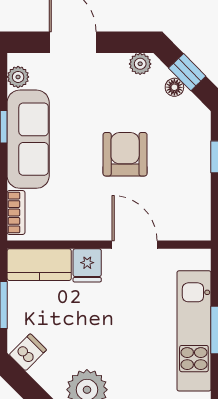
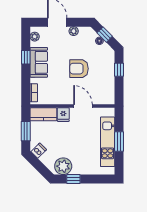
plant: (140, 64) -> (74, 31), moved
sofa: (28, 139) -> (39, 62), width x0.73
armchair: (125, 154) -> (79, 69), turned -90

